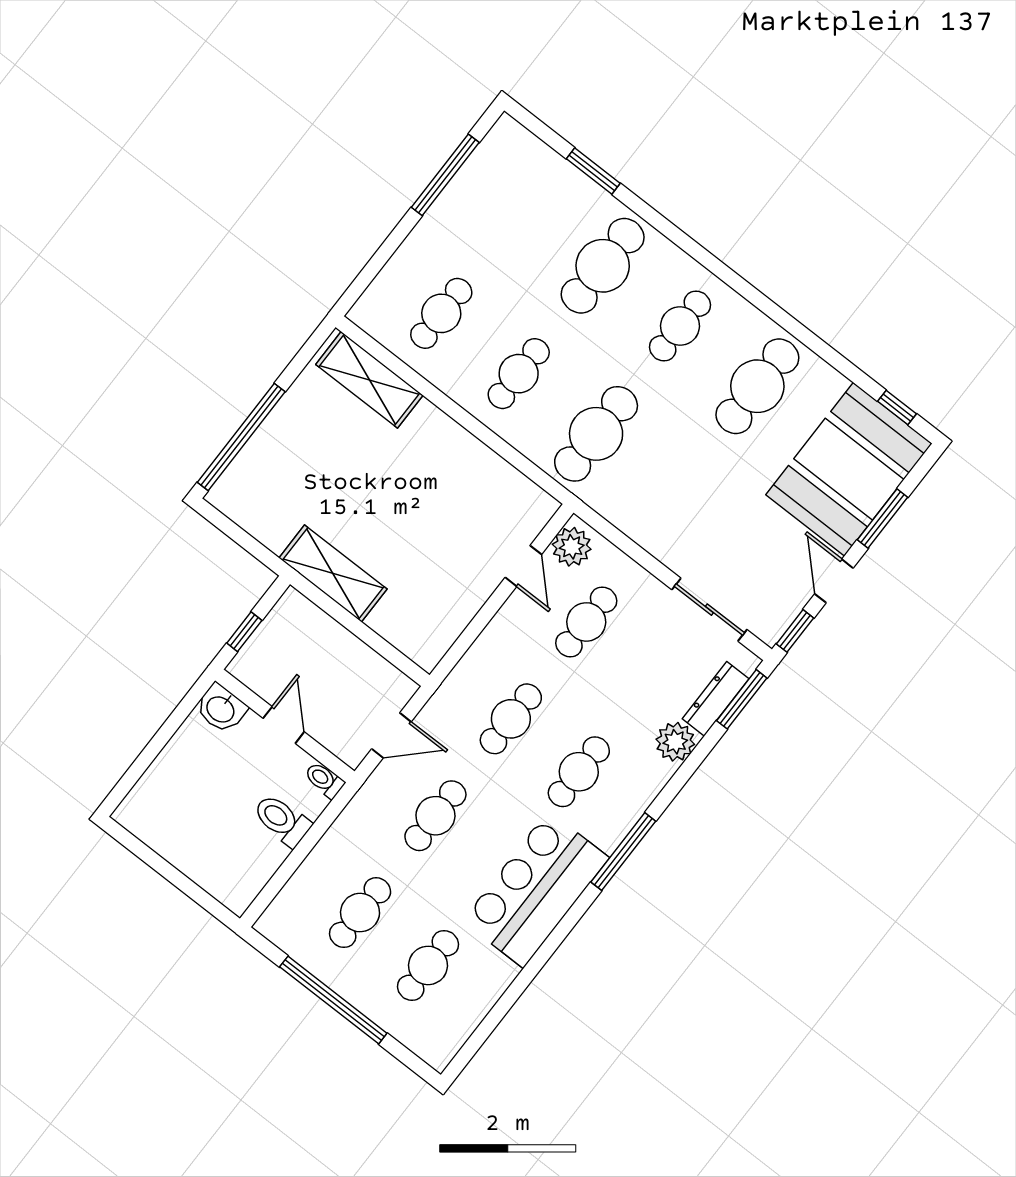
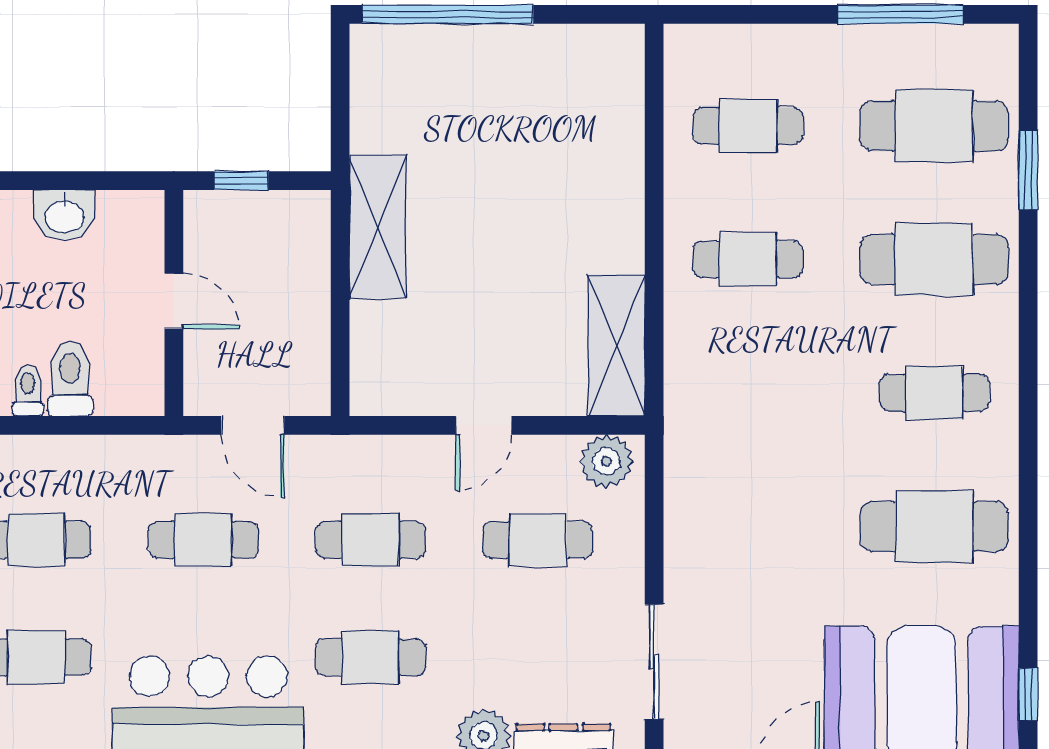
shelving: (369, 380) -> (617, 345), moved
cafe table: (596, 434) -> (934, 126), moved
door: (523, 566) -> (484, 425), moved
washbasin: (221, 709) -> (64, 215), moved, turned -90
door: (284, 725) -> (174, 301), hinge flipped
toilet: (324, 780) -> (28, 391), moved

